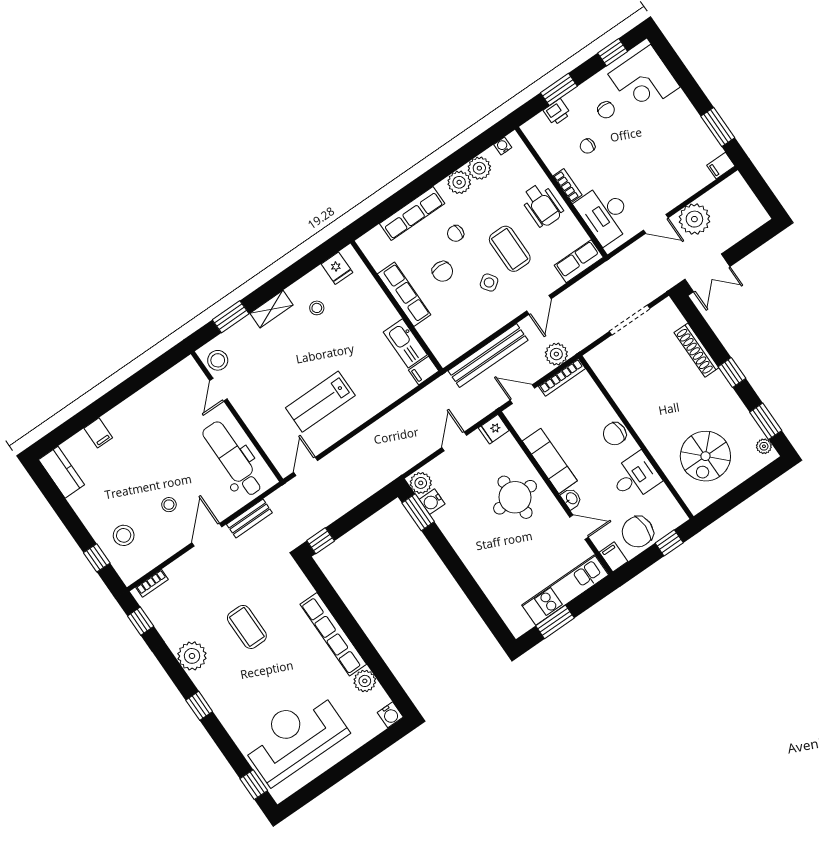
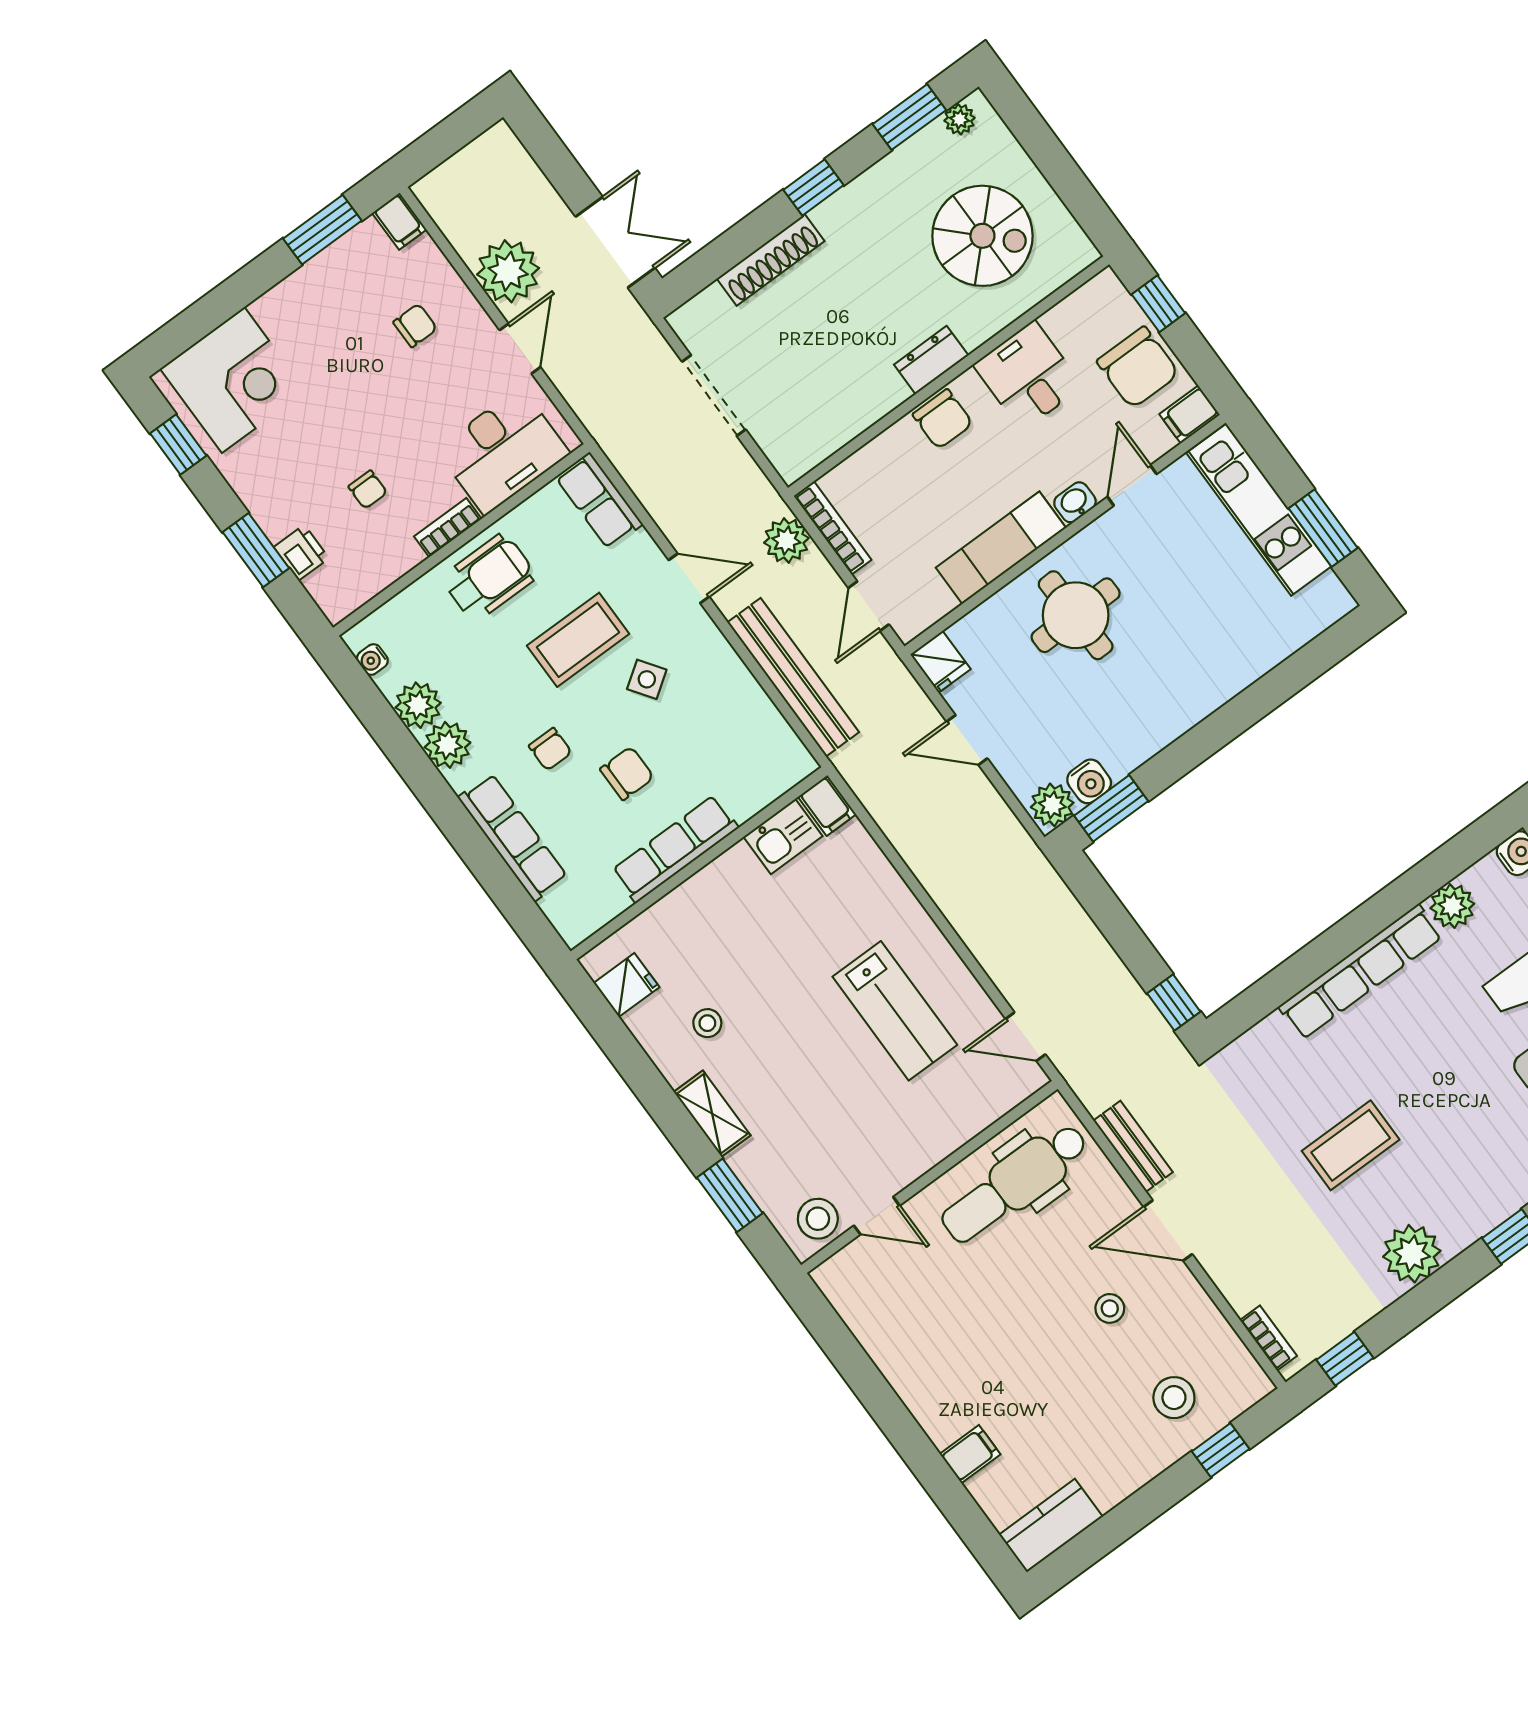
chair: (606, 110) -> (415, 325), moved
kitchen sink: (405, 343) -> (783, 836), width x0.73
dresser: (644, 429) -> (931, 360), added

